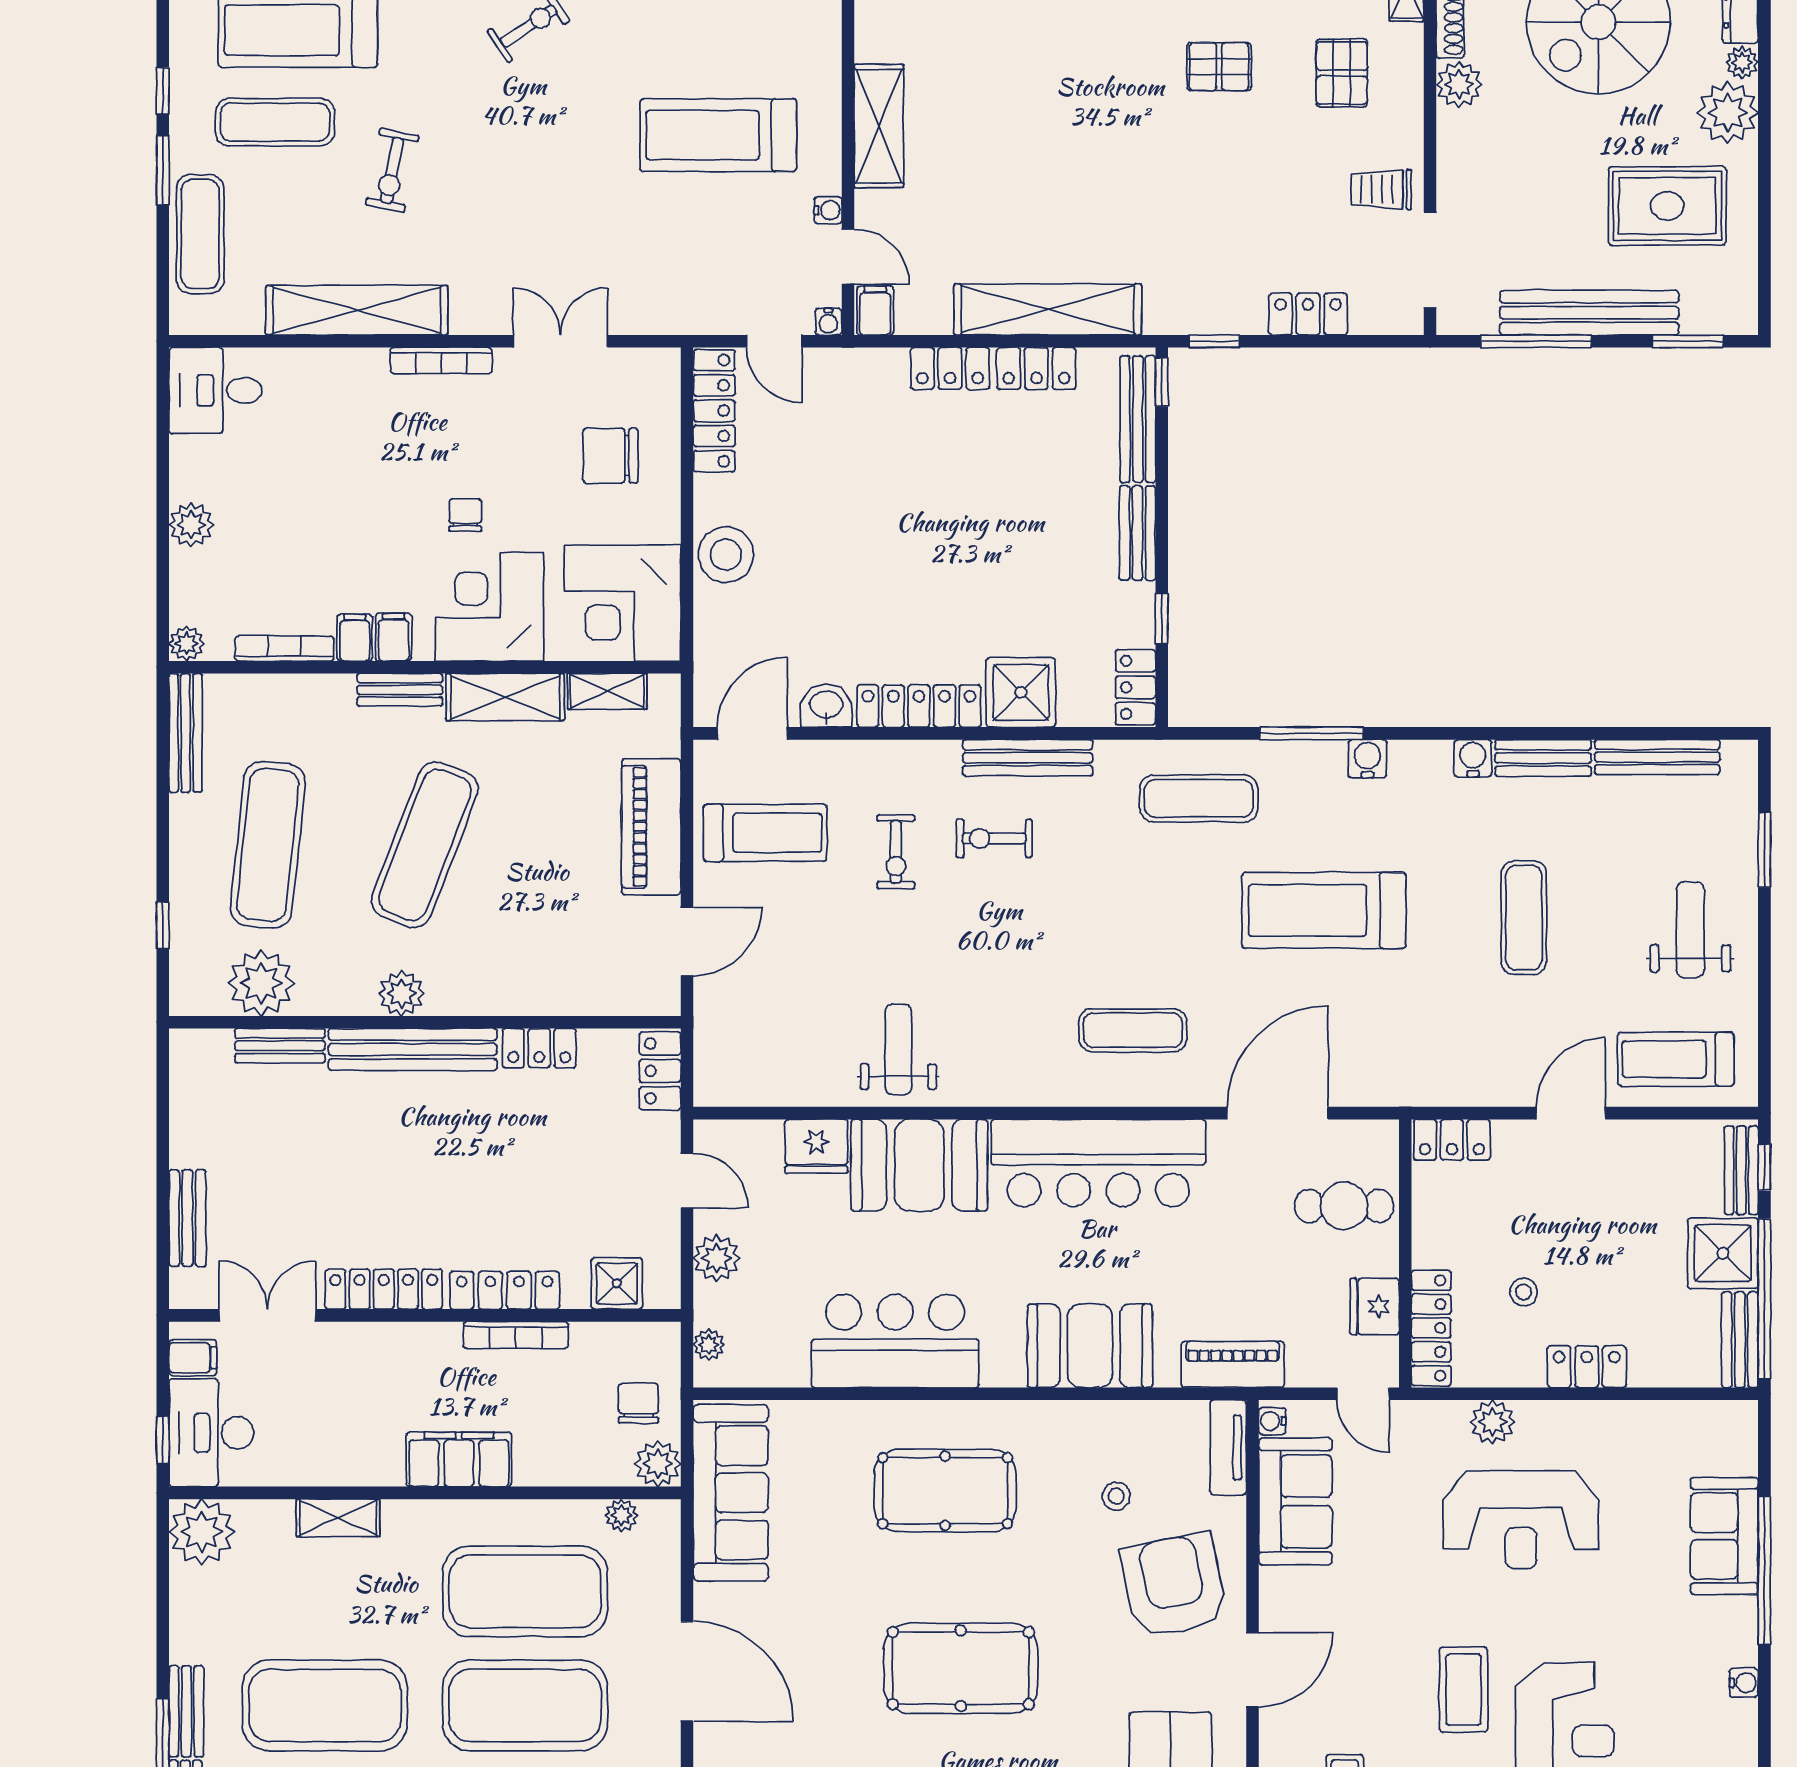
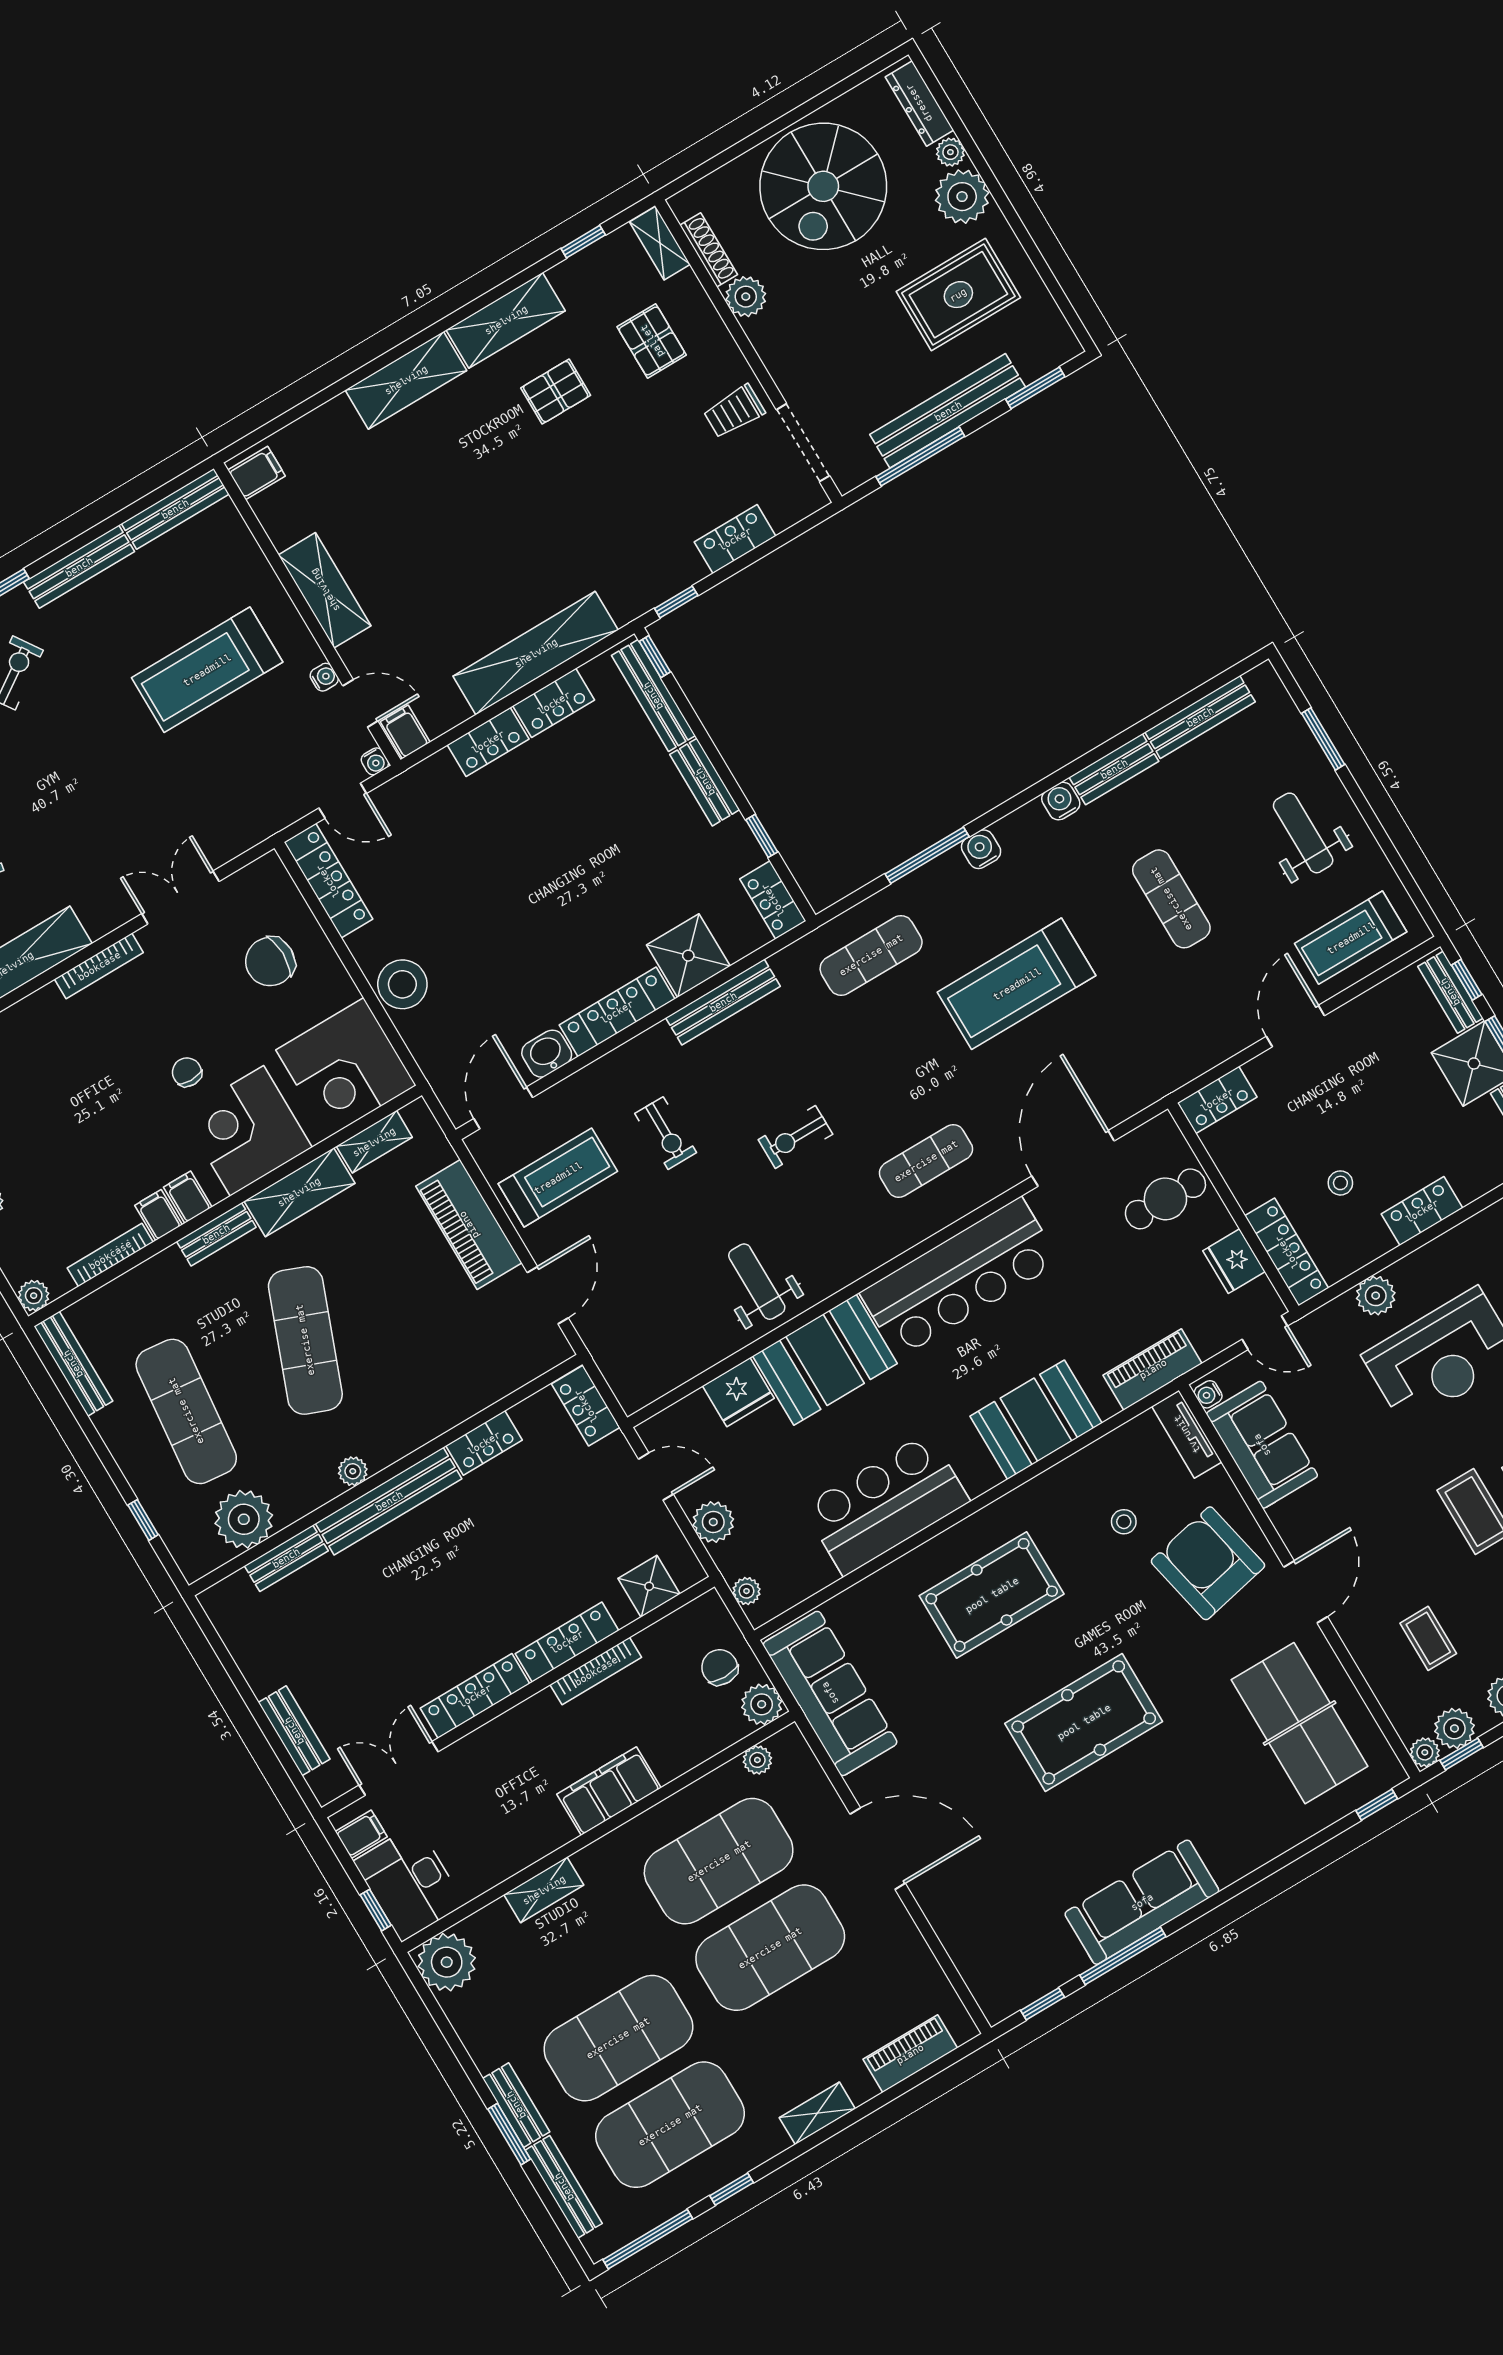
exercise bike: (994, 838) -> (795, 1137), moved
plant: (401, 993) -> (353, 1471), width x0.73, depth x0.73

